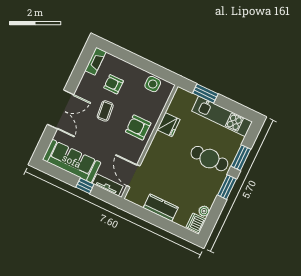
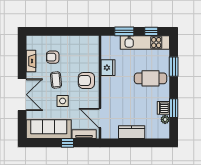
fireplace: (95, 61) -> (31, 61), moved
side table: (153, 84) -> (63, 101), moved
window: (235, 108) -> (151, 31), added
window: (227, 187) -> (174, 108), moved
dishwasher: (196, 223) -> (163, 108), moved

